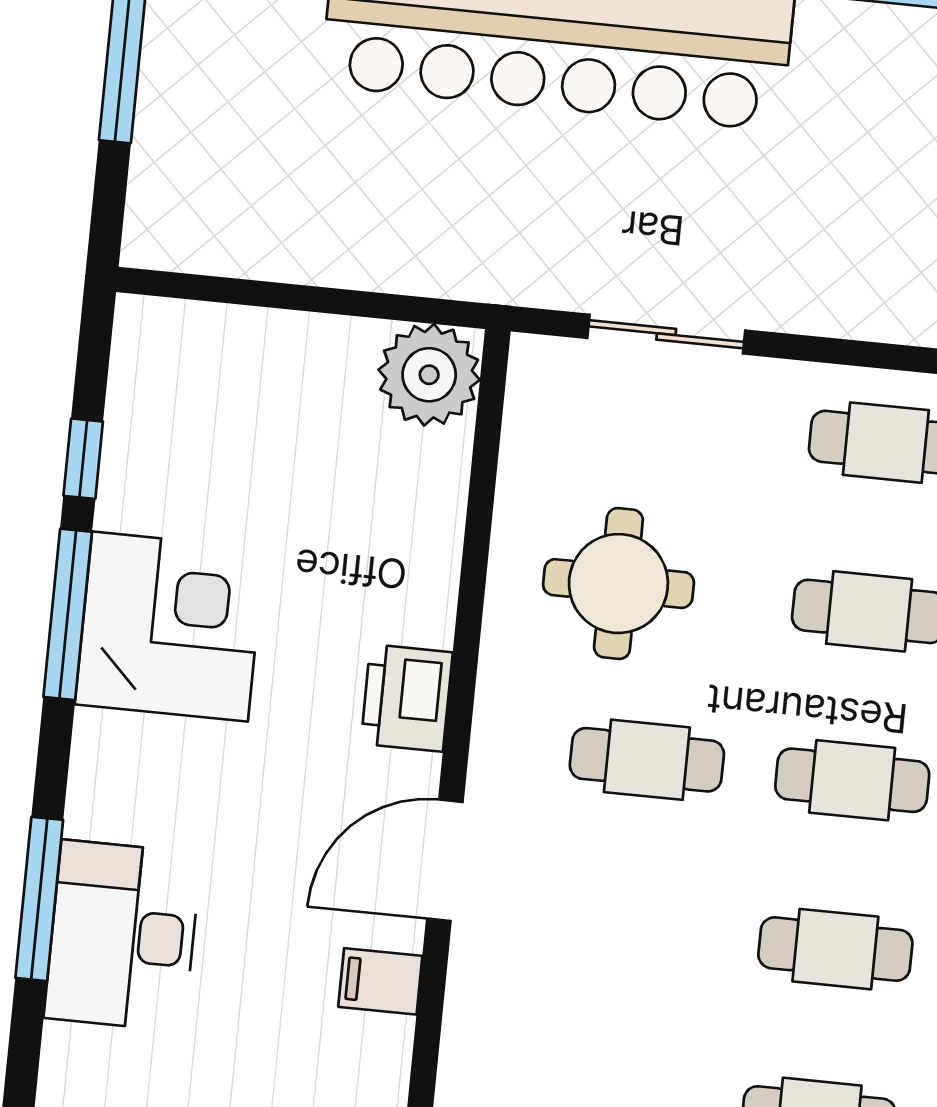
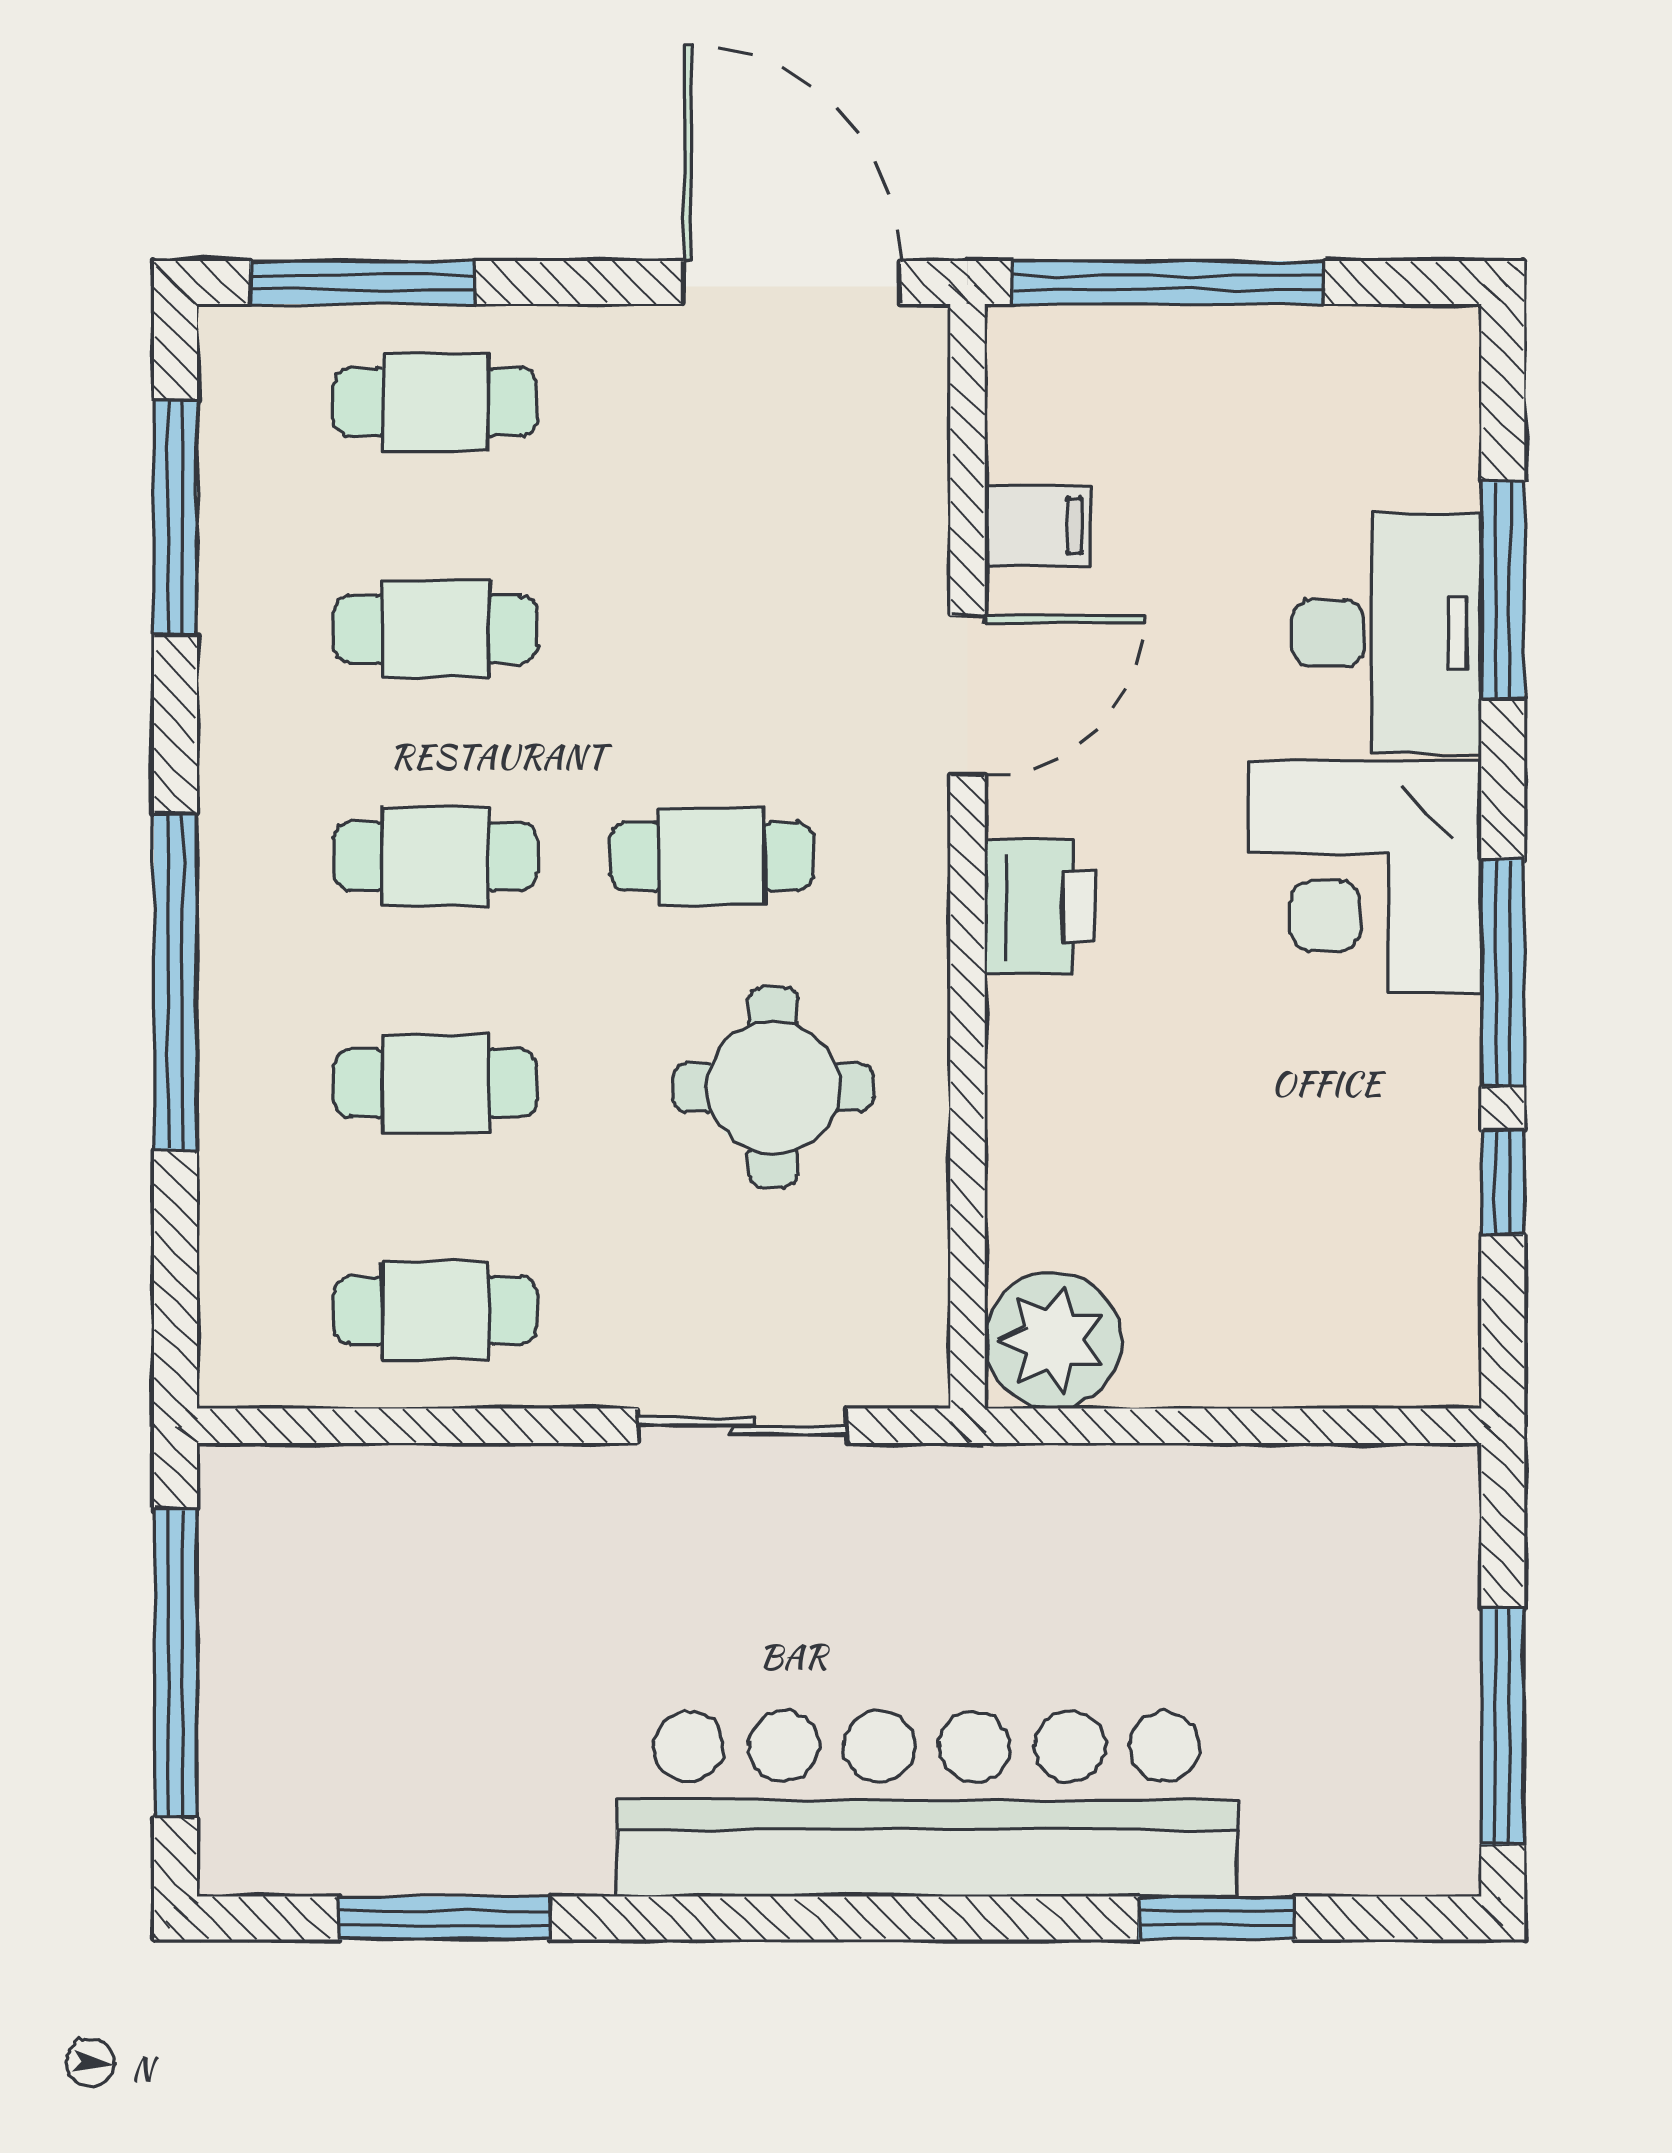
corner desk: (170, 627) -> (1365, 876), moved
desk: (123, 936) -> (1387, 633), moved

